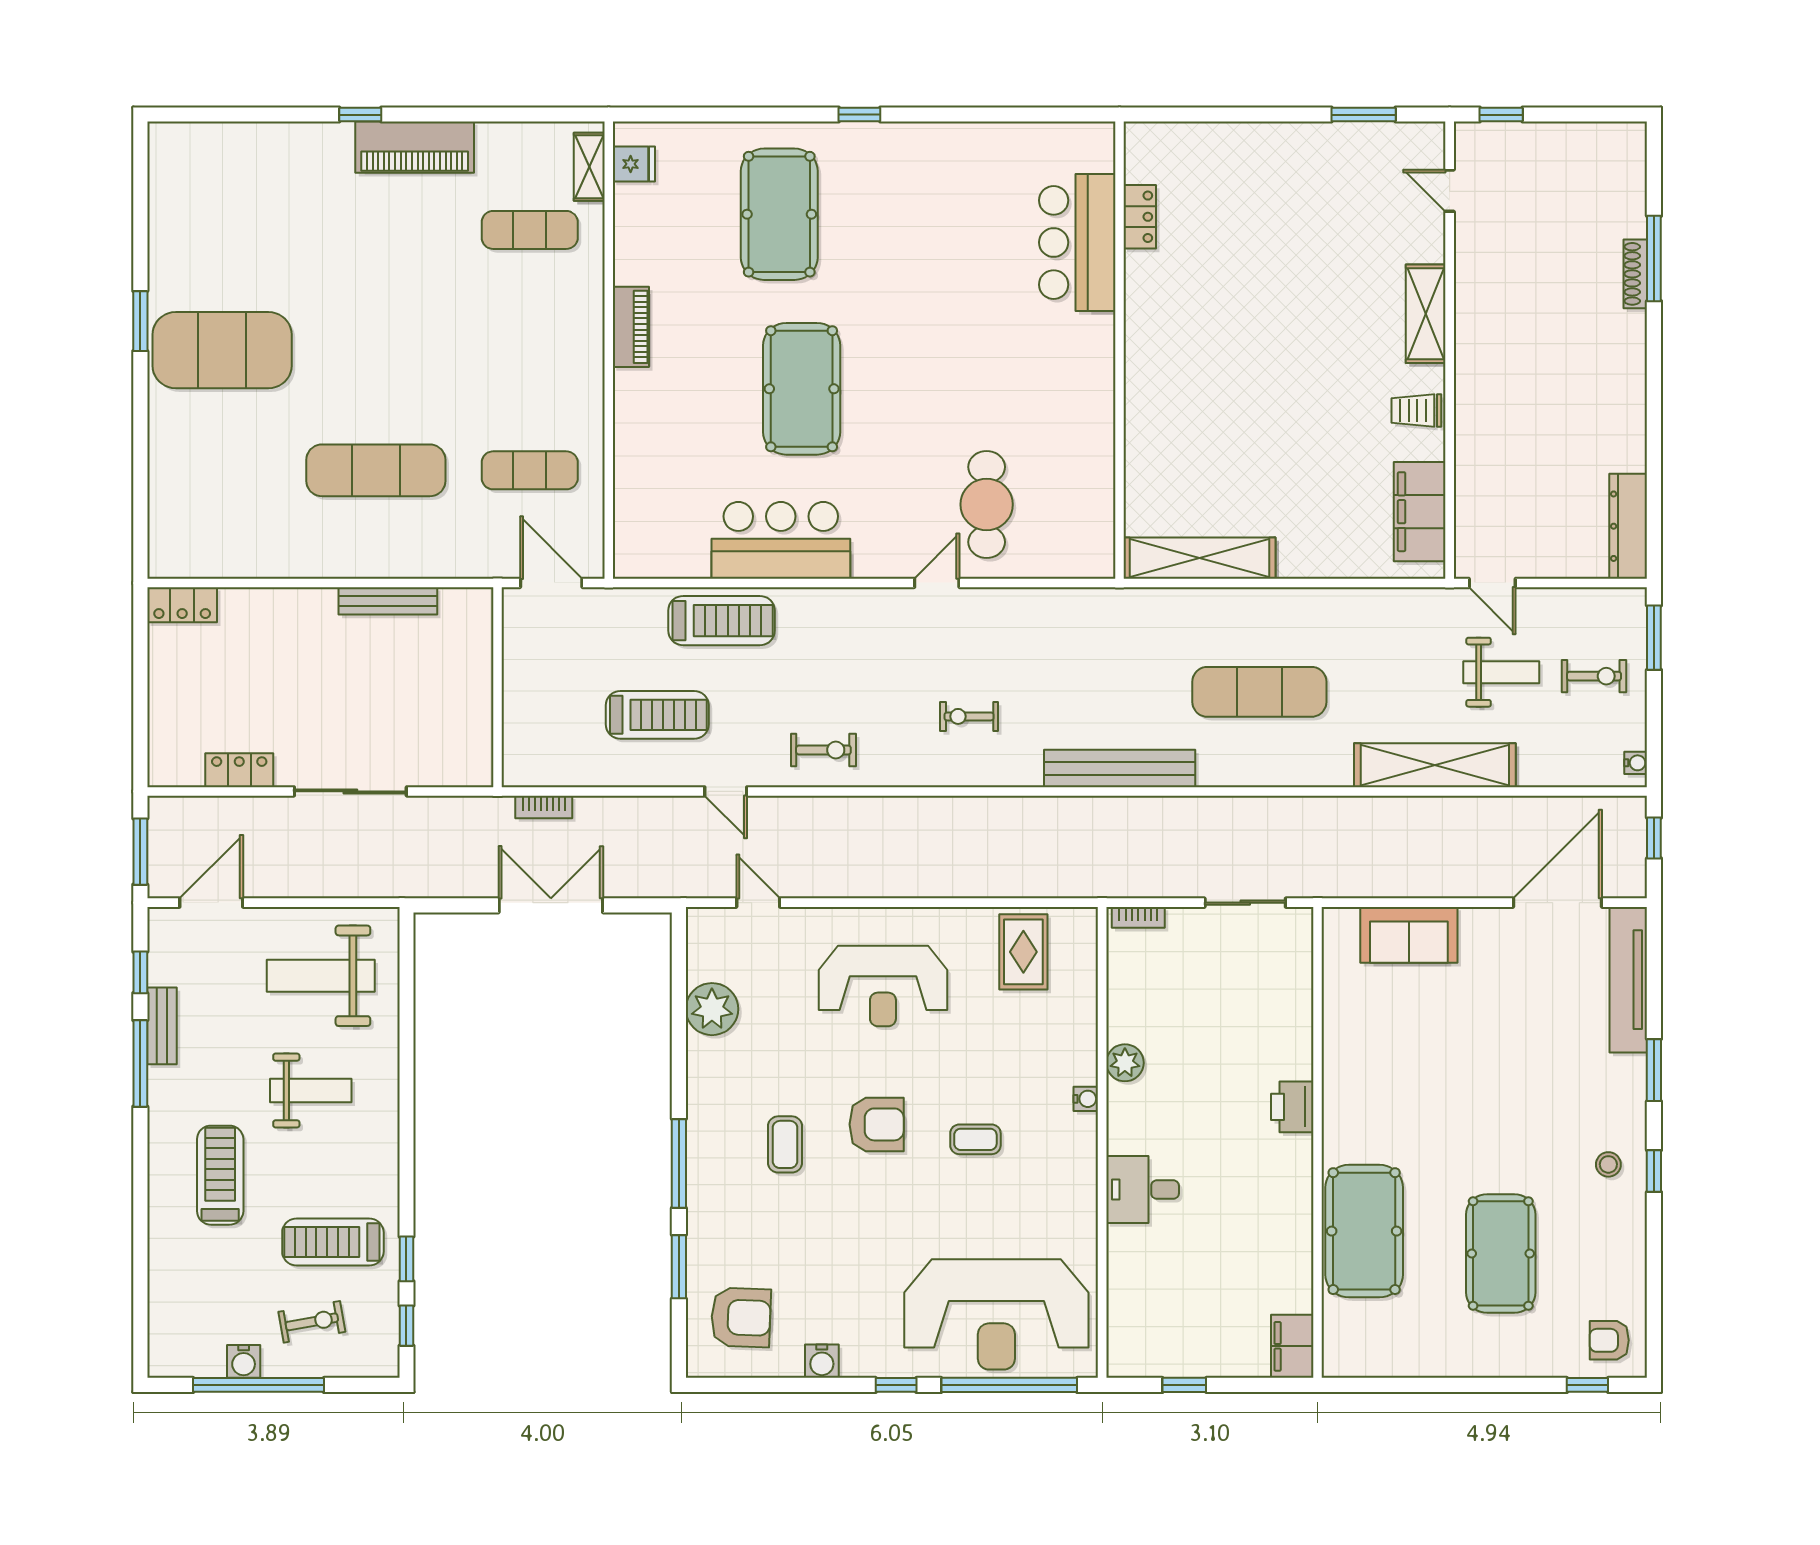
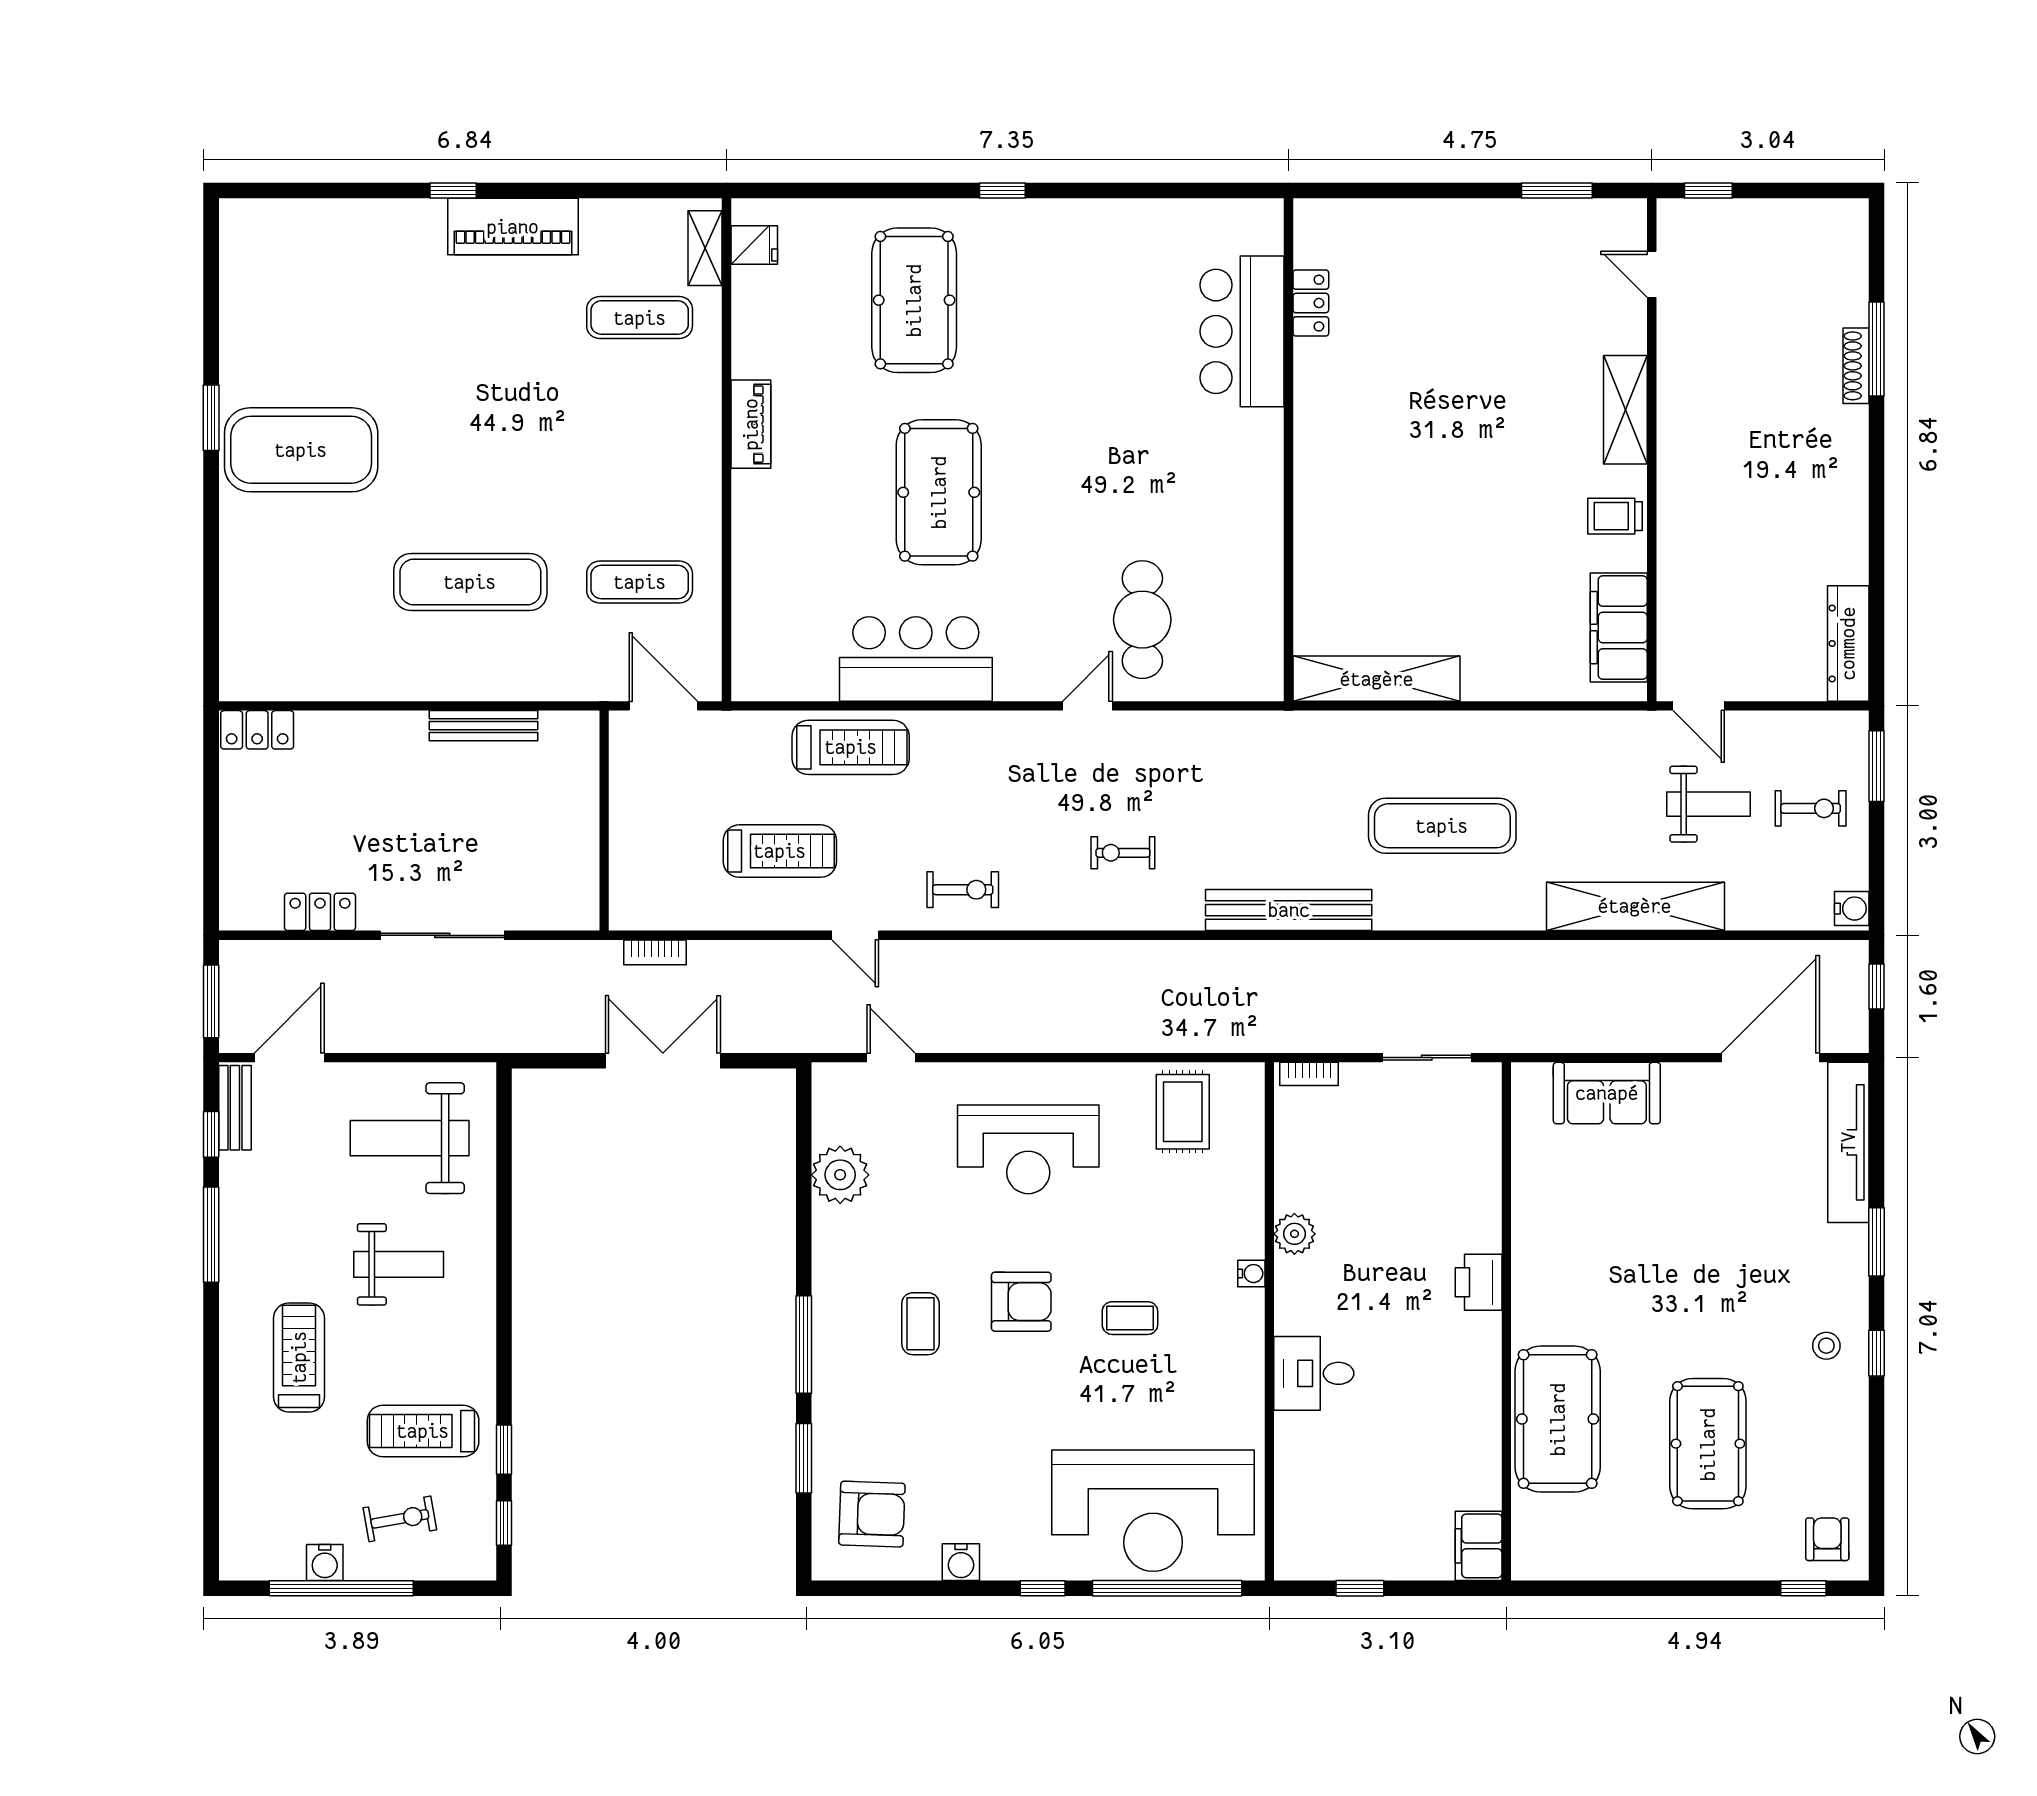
water cooler: (1636, 763) -> (1852, 909), width x1.38, depth x1.38
bench: (162, 1026) -> (235, 1108), moved
armchair: (1609, 1340) -> (1827, 1539), turned 90

